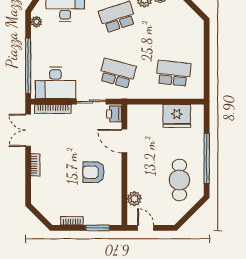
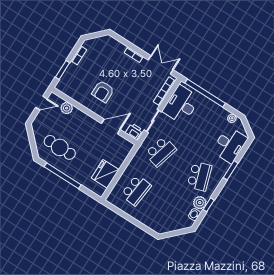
armchair: (94, 172) -> (103, 92), turned 180

